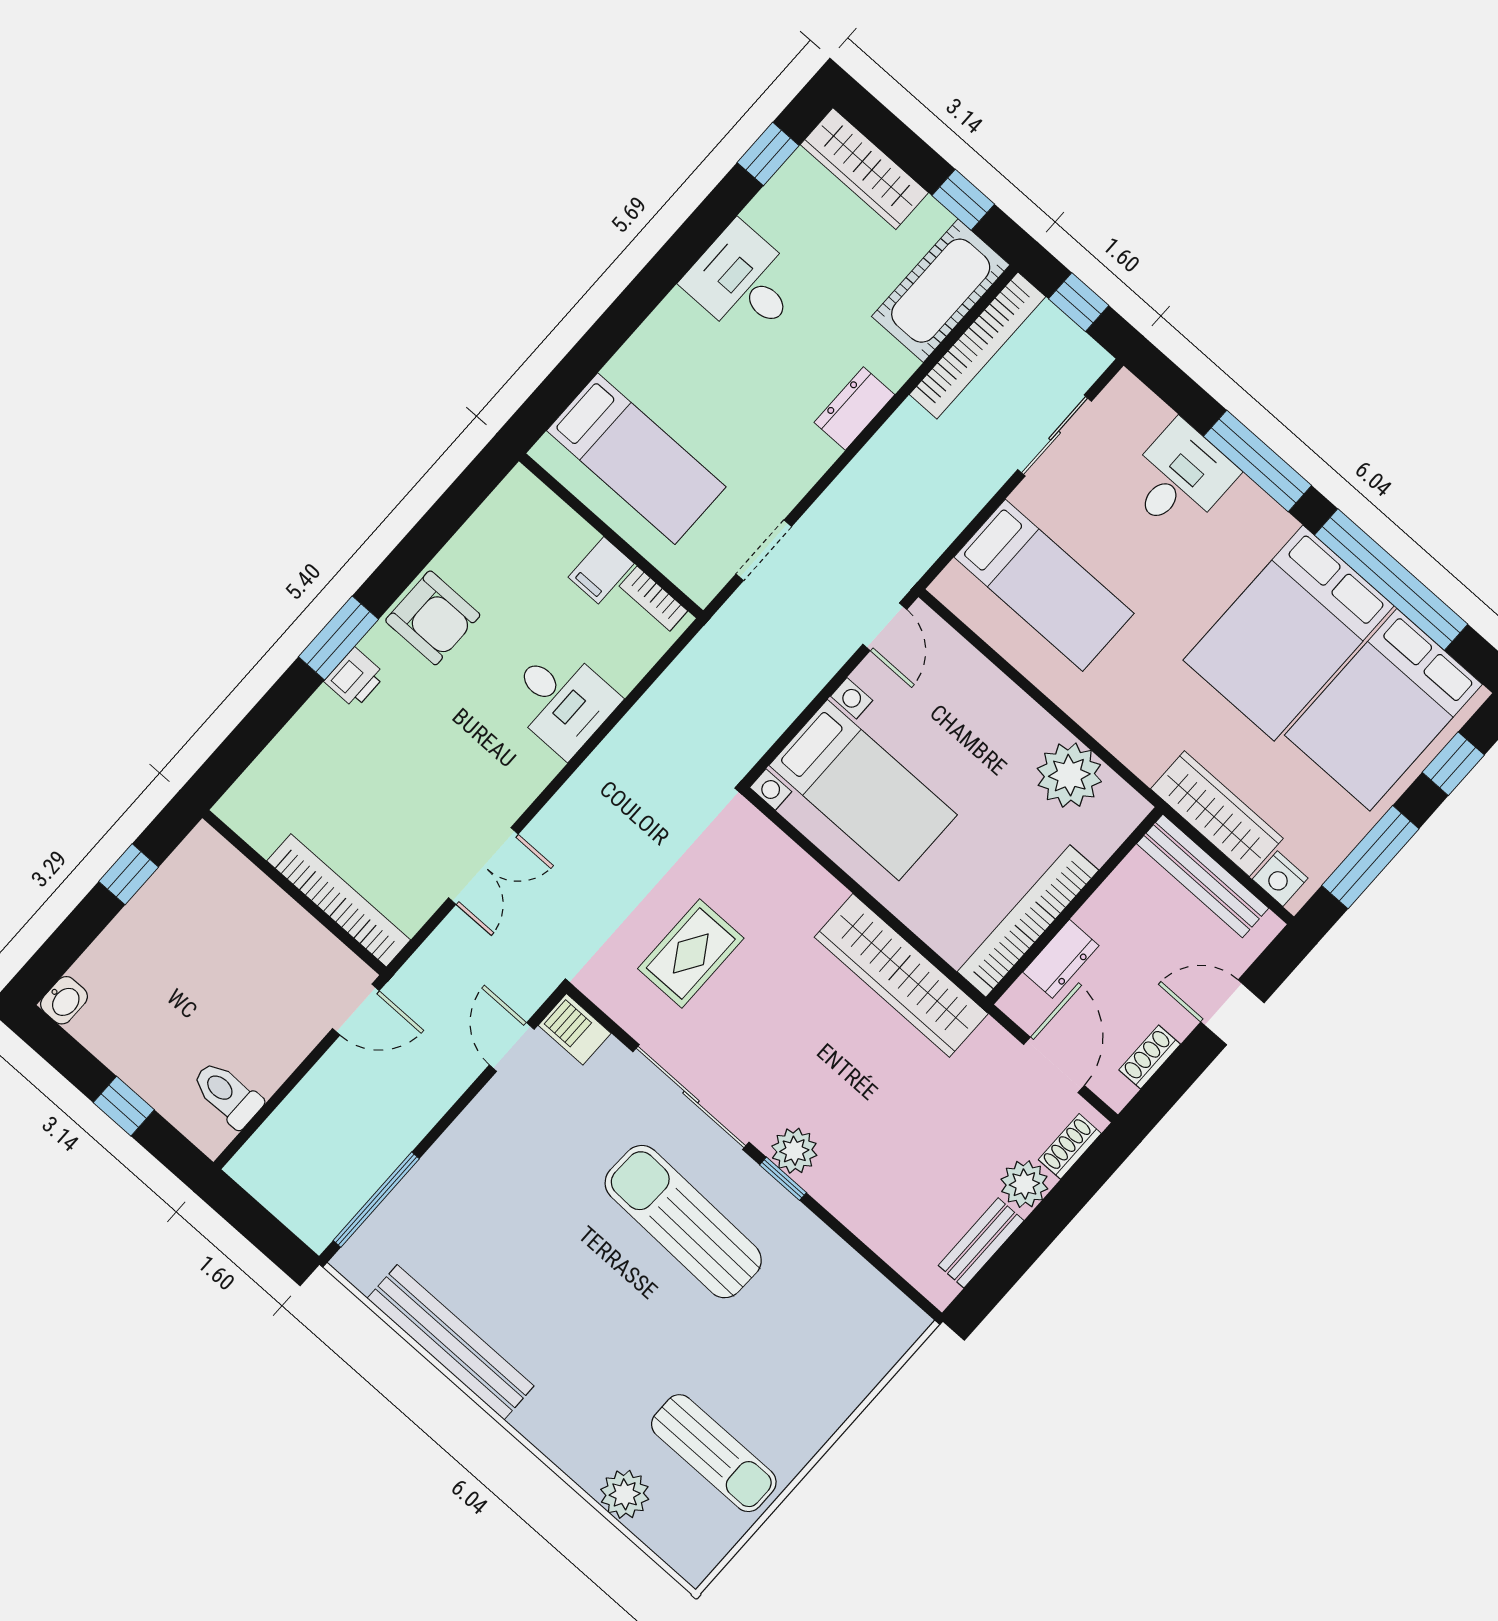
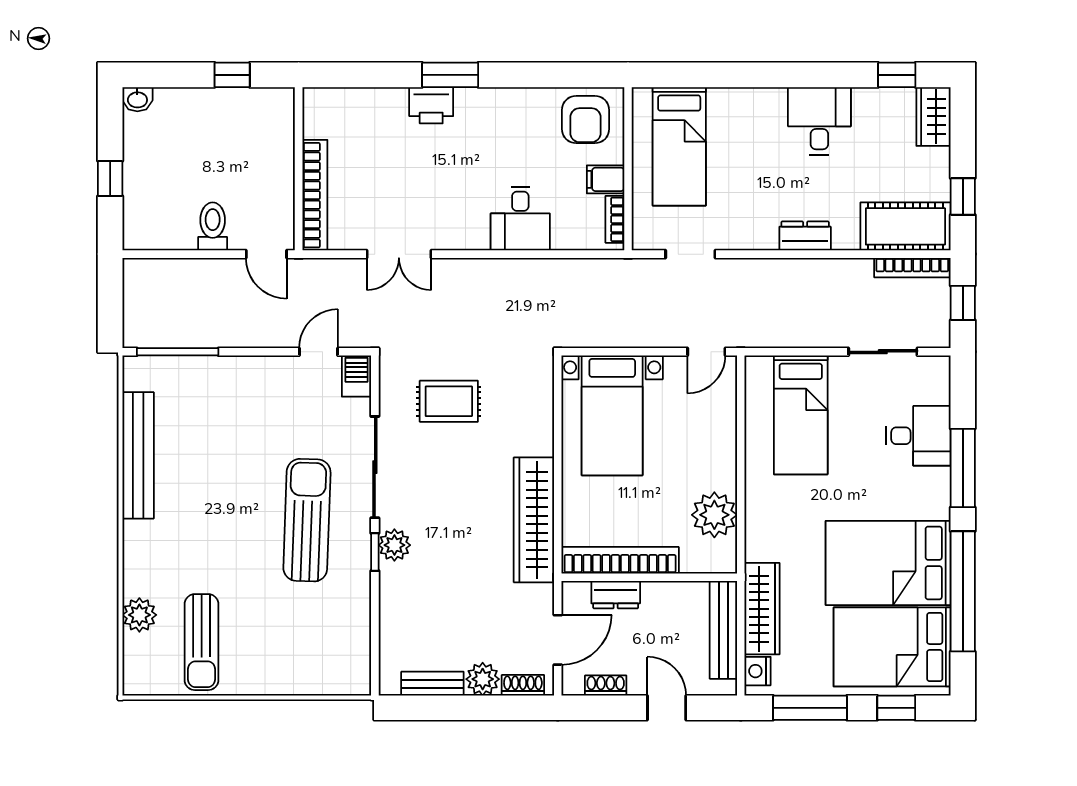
wardrobe: (864, 169) -> (933, 116), width x0.67
bookcase: (977, 346) -> (912, 268), width x0.68, depth x0.76
armchair: (433, 618) -> (586, 120), moved
printer: (355, 678) -> (431, 105), width x1.36, depth x1.24
toilet: (227, 1094) -> (213, 226), moved

